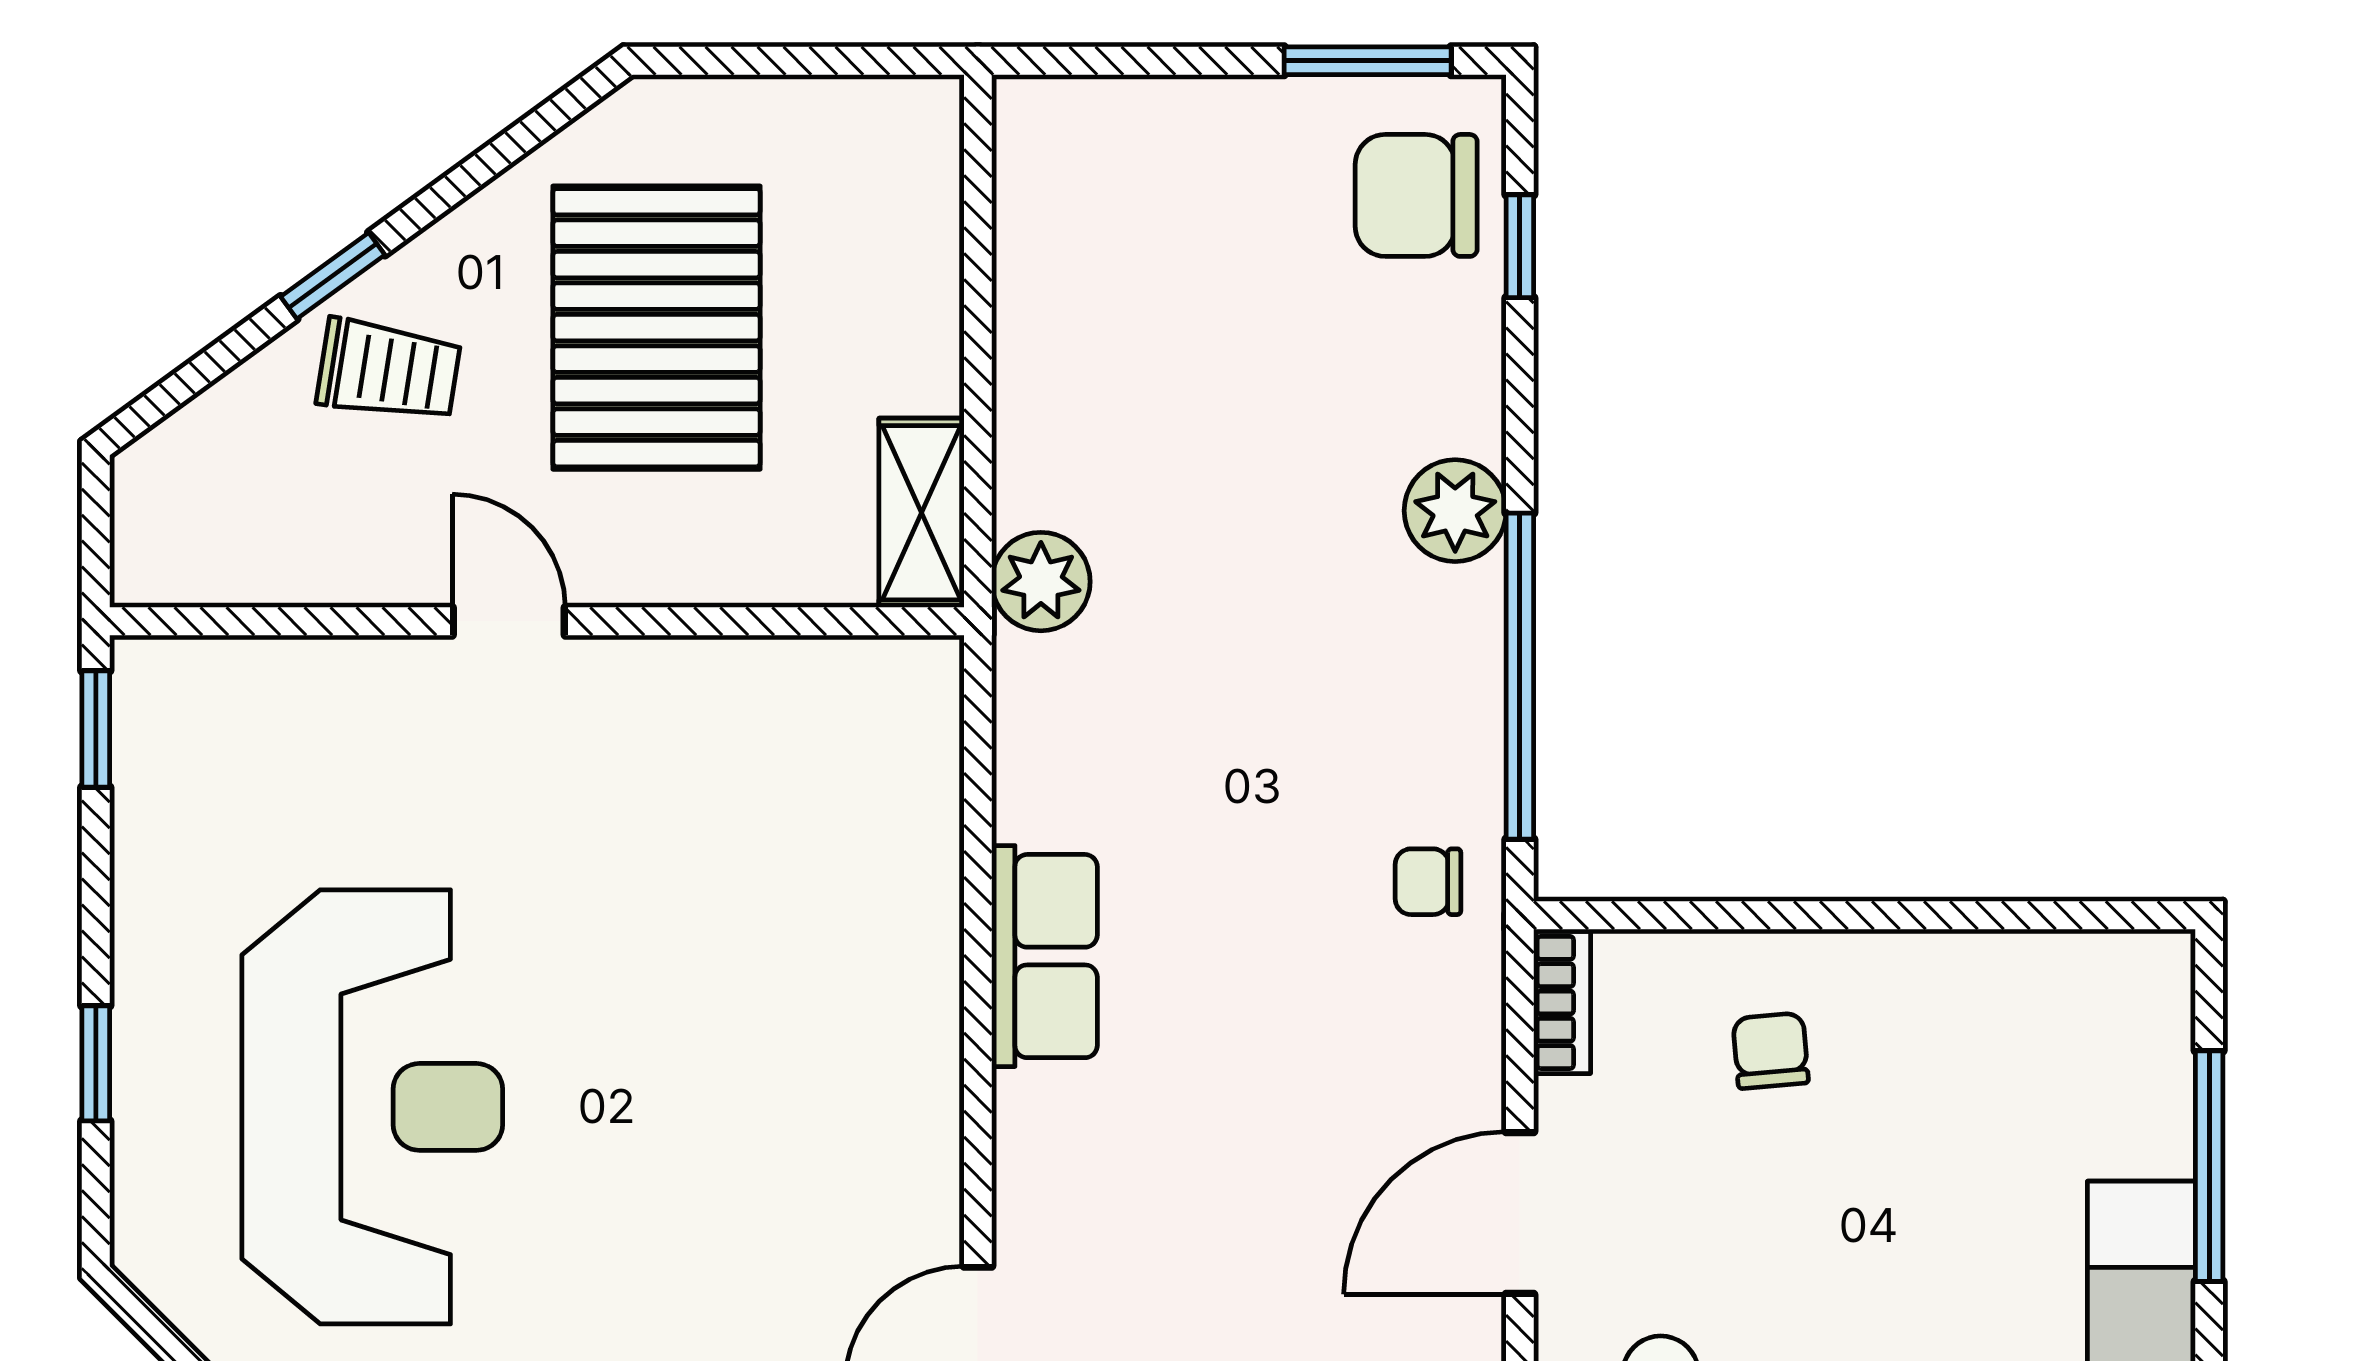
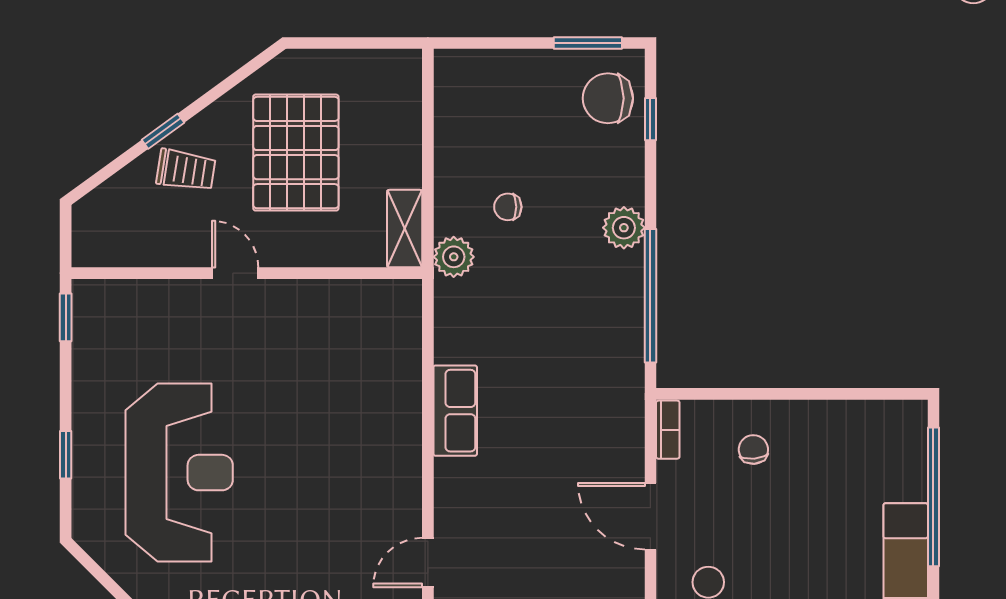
chair: (1428, 882) -> (508, 207), moved
window: (2209, 1166) -> (933, 497), width x1.46
door: (1520, 1213) -> (650, 516), hinge flipped

